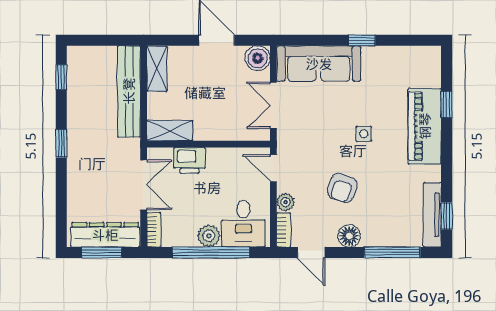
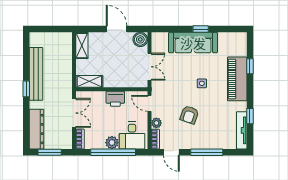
sofa: (319, 64) -> (193, 43), moved
window: (61, 77) -> (26, 50), removed
bench: (129, 91) -> (36, 74), moved
double door: (273, 105) -> (149, 67), swing flipped
printer: (189, 160) -> (115, 99), moved
window: (447, 216) -> (250, 116), moved
dresser: (105, 235) -> (37, 129), moved, turned 90
floor lamp: (349, 236) -> (193, 143), removed
window: (392, 252) -> (207, 152), moved

